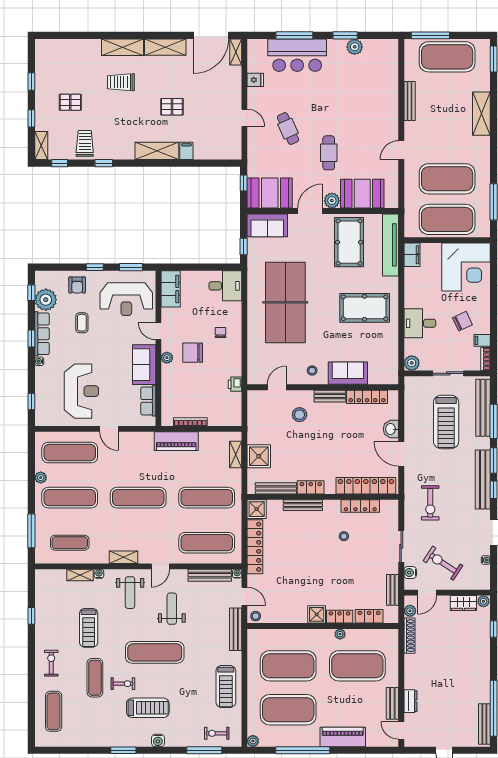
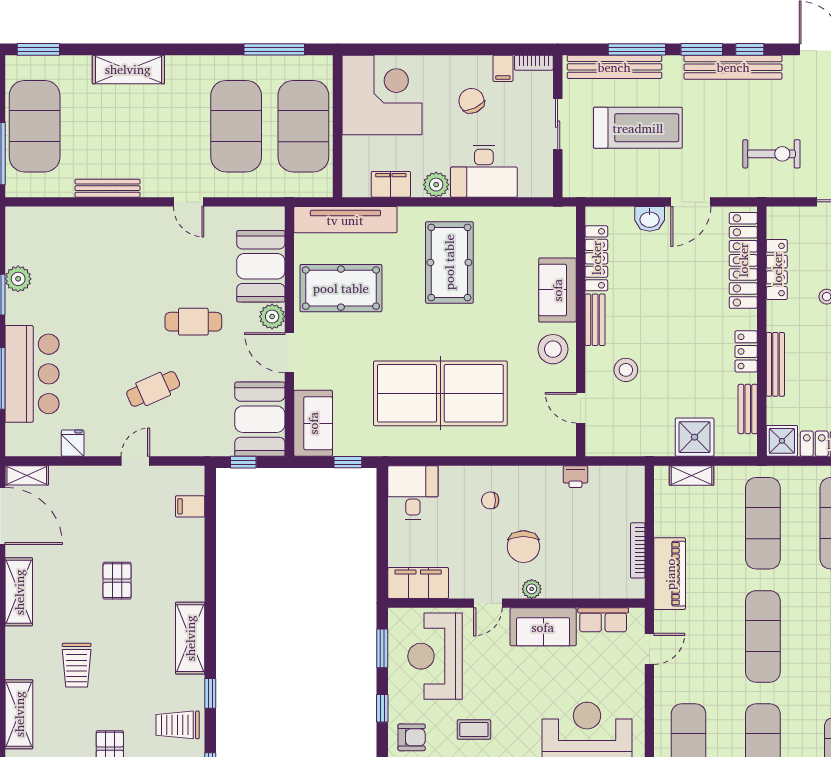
shelving: (122, 47) -> (19, 714), moved
shelving: (157, 151) -> (190, 638), moved
filing cabinet: (186, 151) -> (190, 506), moved
filing cabinet: (412, 255) -> (391, 184), moved
reception desk: (126, 299) -> (435, 656), turned 180
desk: (420, 323) -> (484, 171), width x1.37
plant: (412, 363) -> (436, 185), moved
stool: (312, 371) -> (553, 349), width x1.89, depth x1.89
door: (109, 429) -> (649, 649), moved
bench: (276, 488) -> (748, 409), width x0.73

